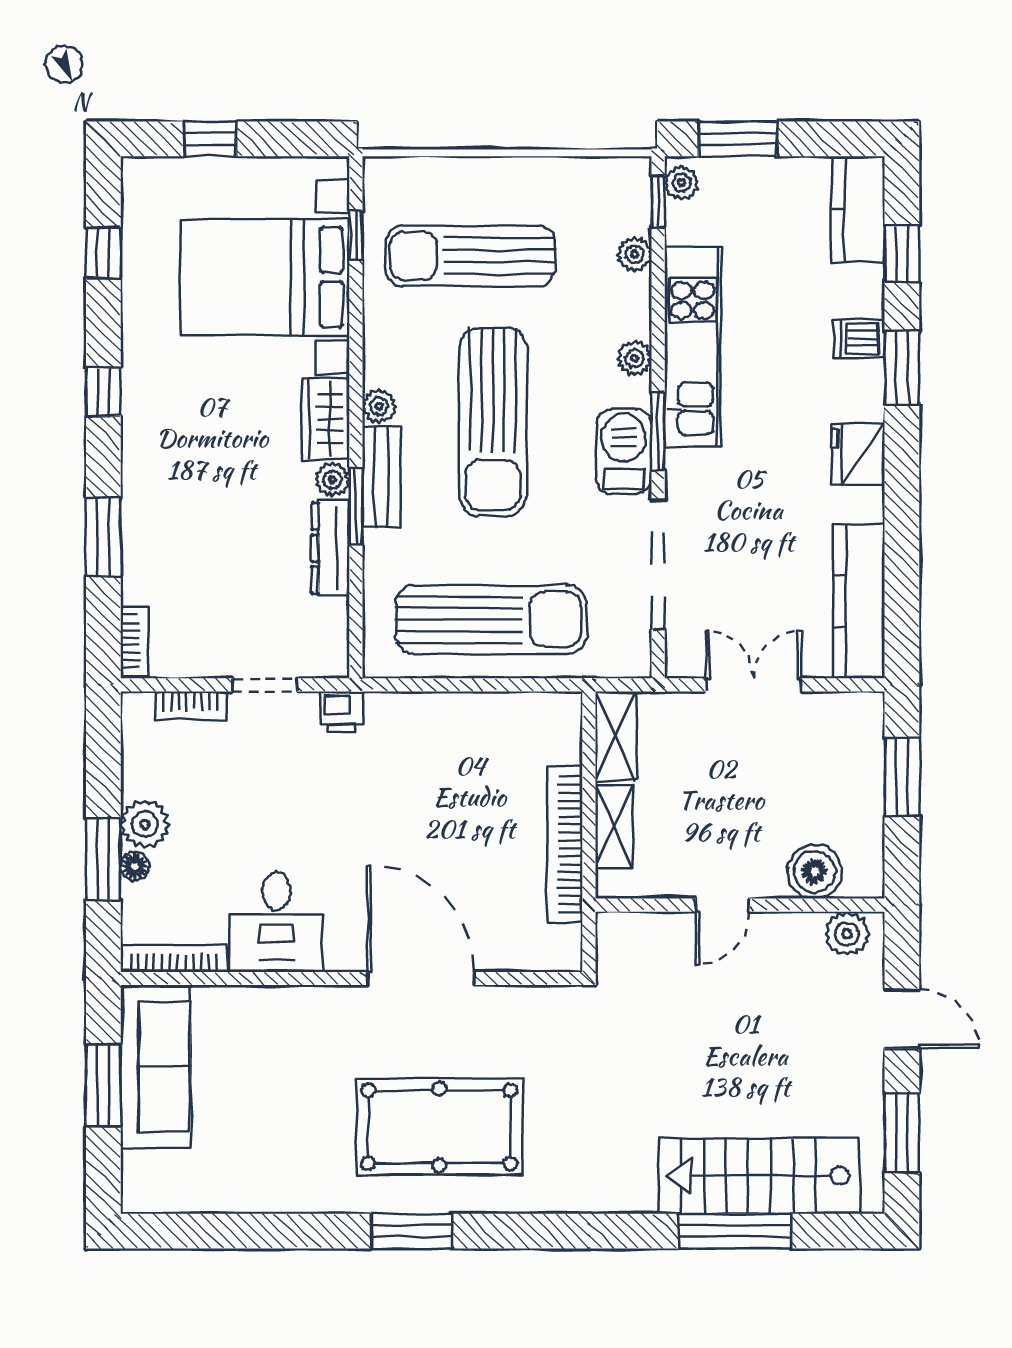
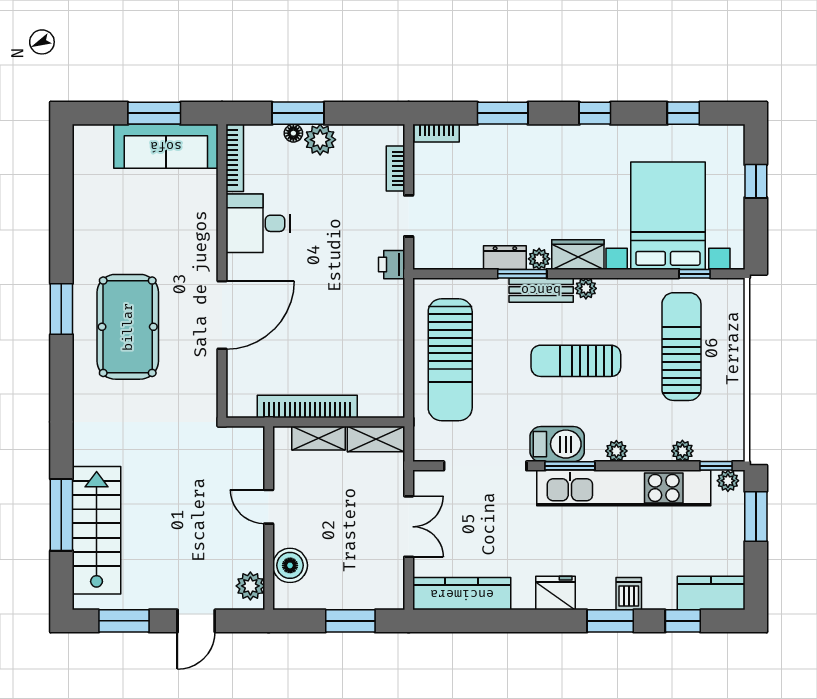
kitchen unit: (693, 347) -> (624, 488), width x1.36
sun lounger: (493, 422) -> (576, 361), width x0.73, depth x0.75
dresser: (331, 548) -> (505, 258), width x0.70

